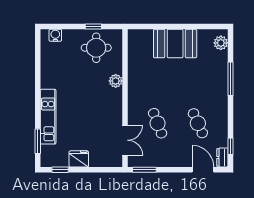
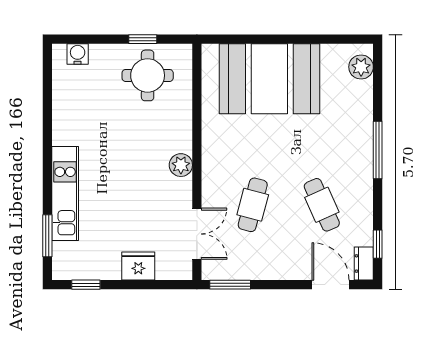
booth: (175, 44) -> (269, 79), width x1.36, depth x1.42
window: (230, 79) -> (378, 150), moved
plant: (116, 81) -> (181, 165), moved
cafe table: (158, 123) -> (253, 205), turned 36
fridge: (79, 159) -> (138, 266), moved

